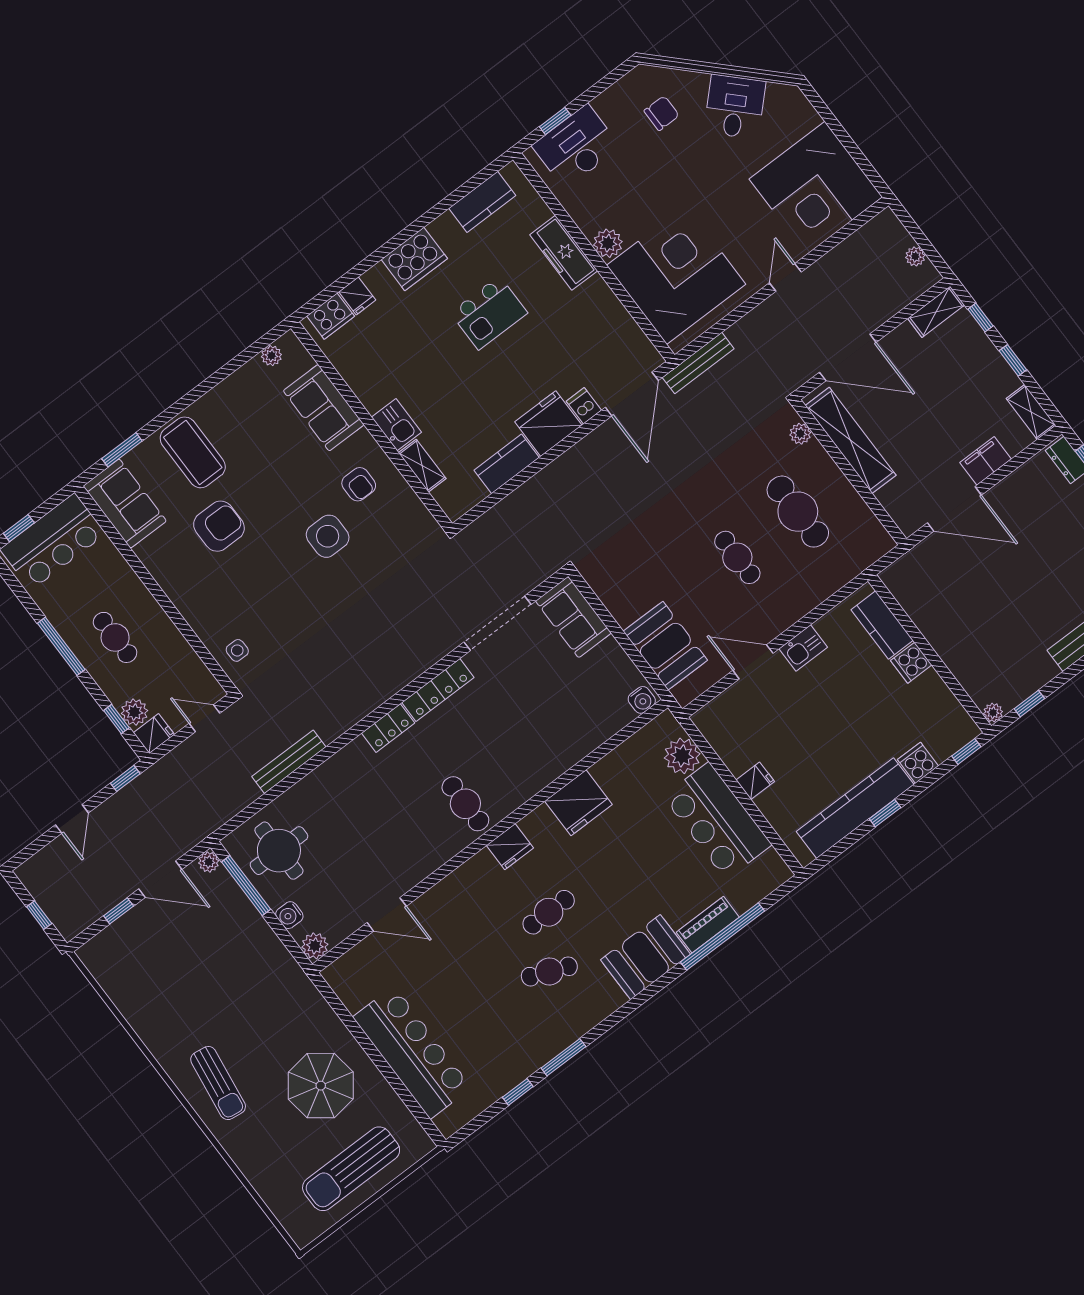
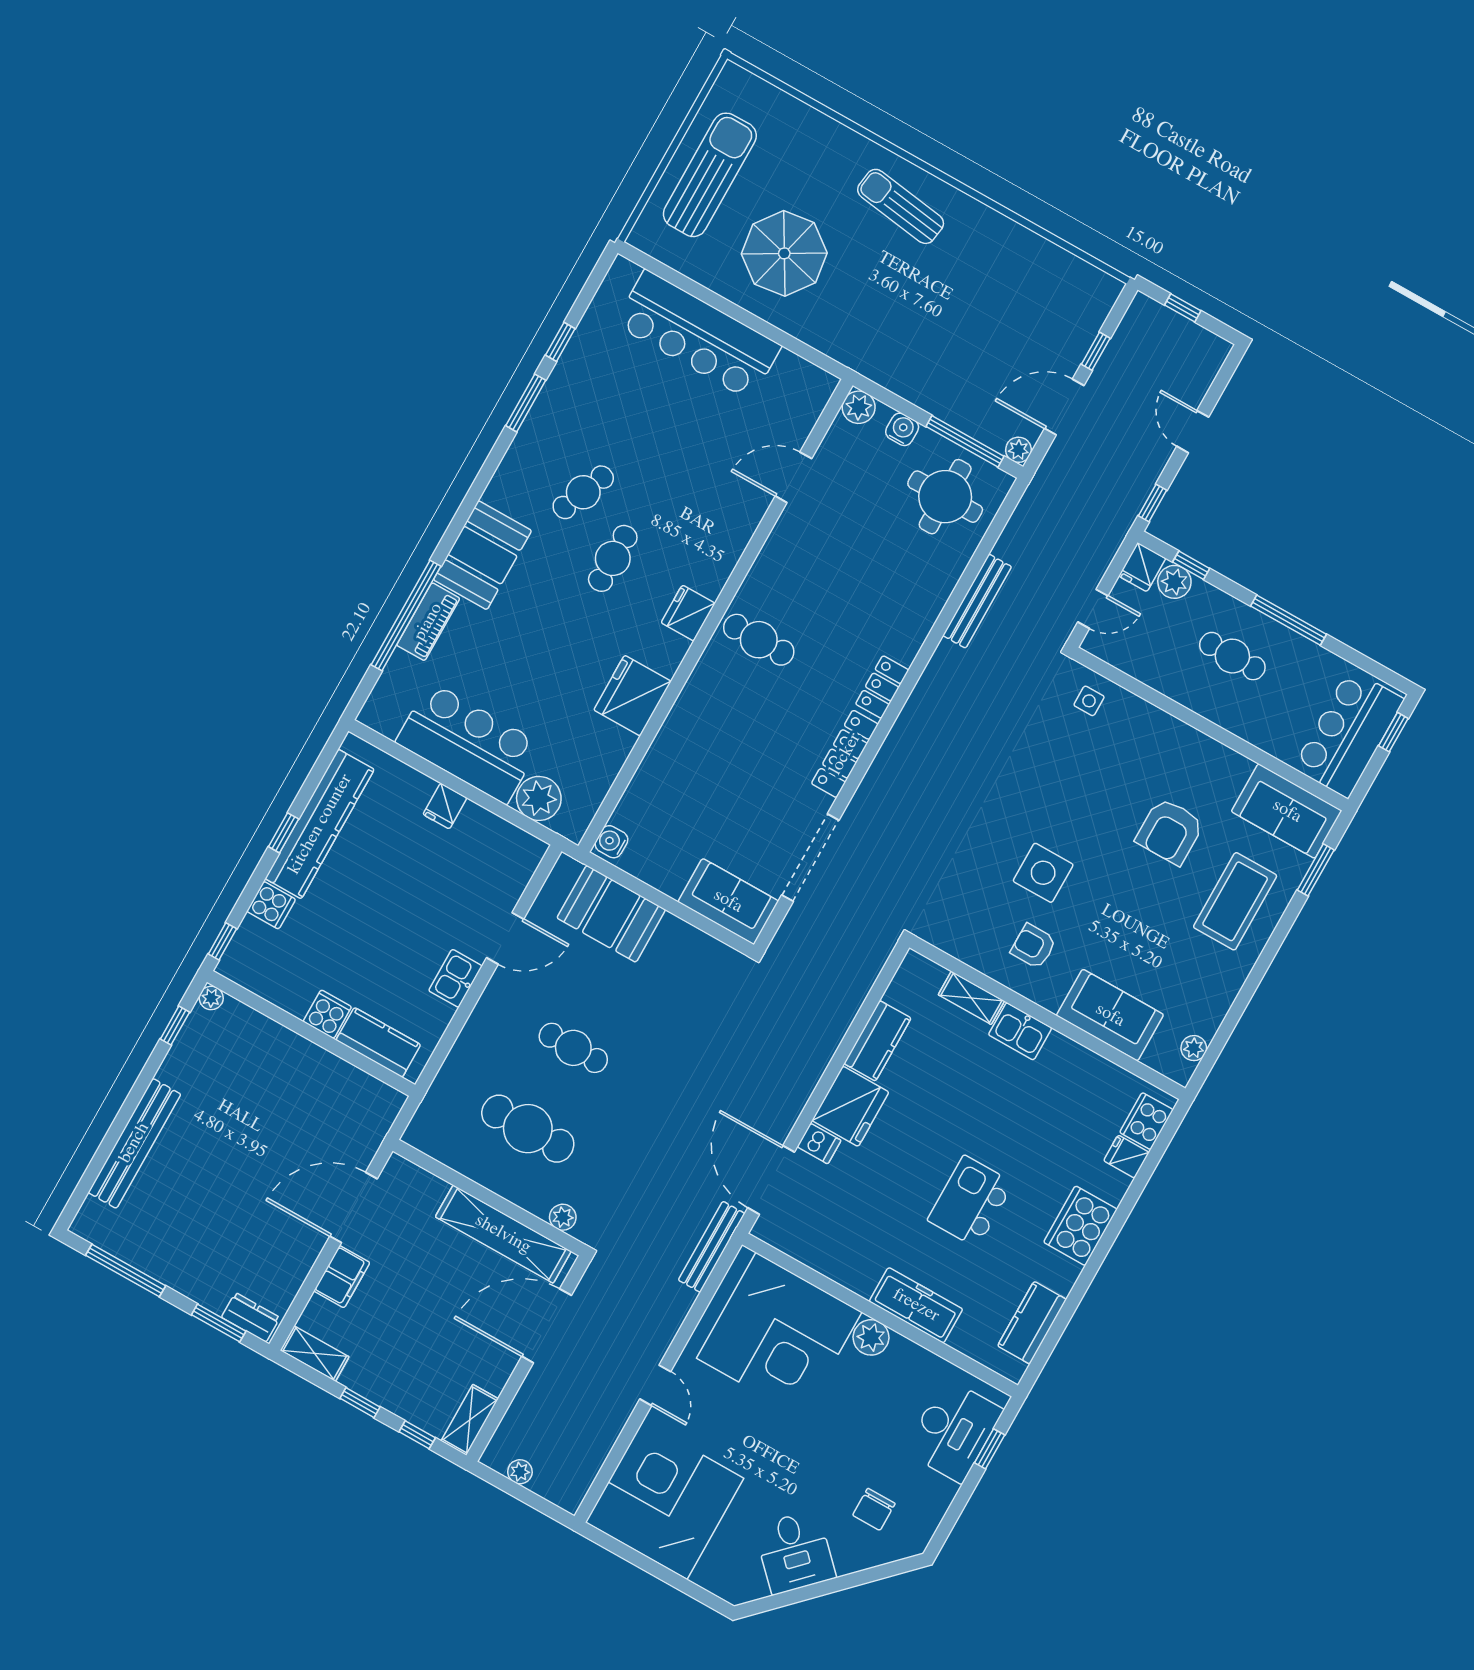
coffee table: (193, 452) -> (1235, 901), turned 90

